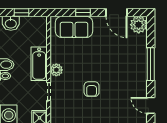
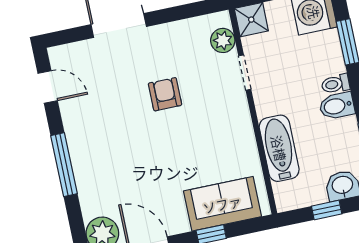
bathtub: (39, 64) -> (279, 148), moved
plant: (56, 70) -> (223, 40), moved

